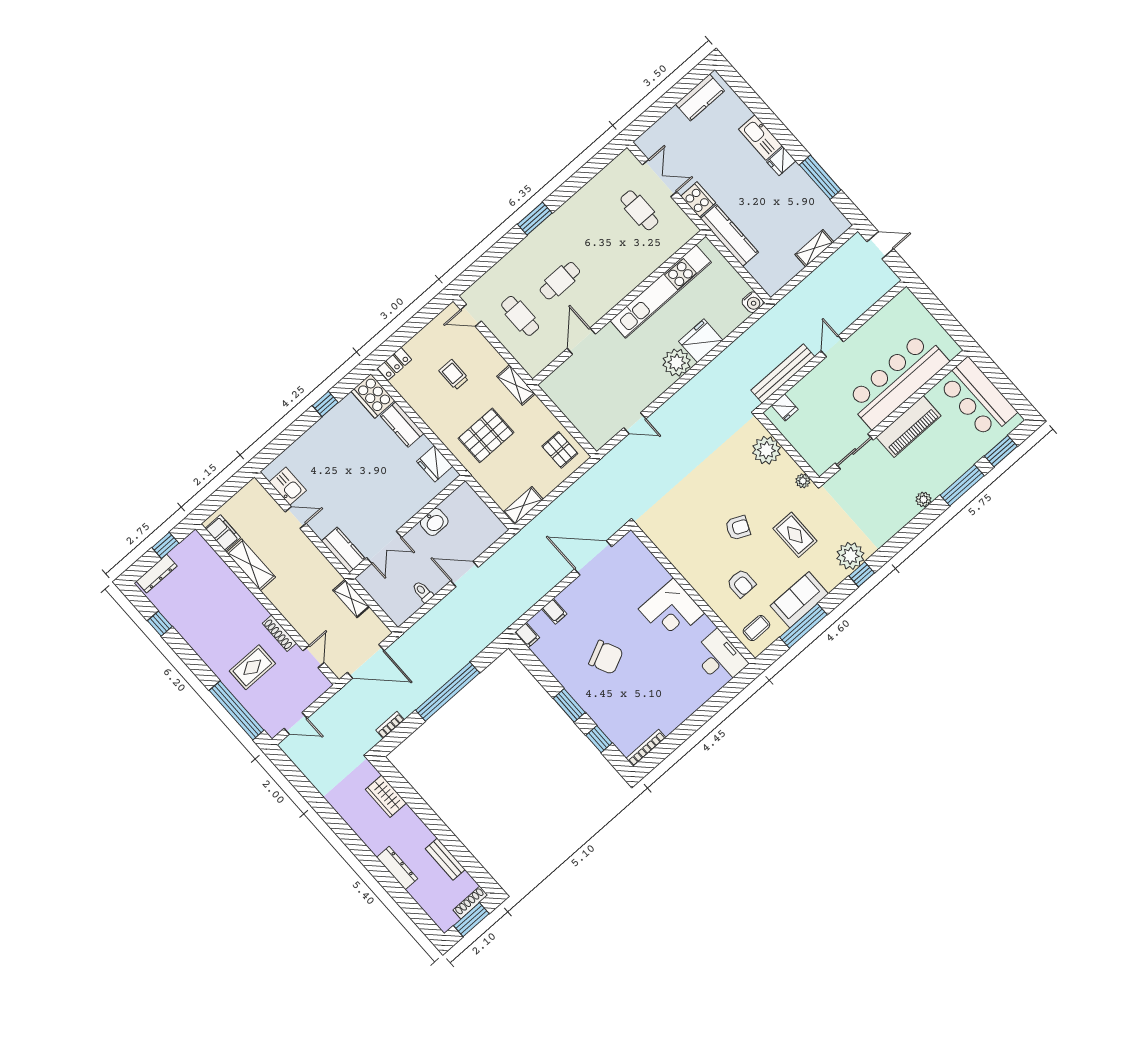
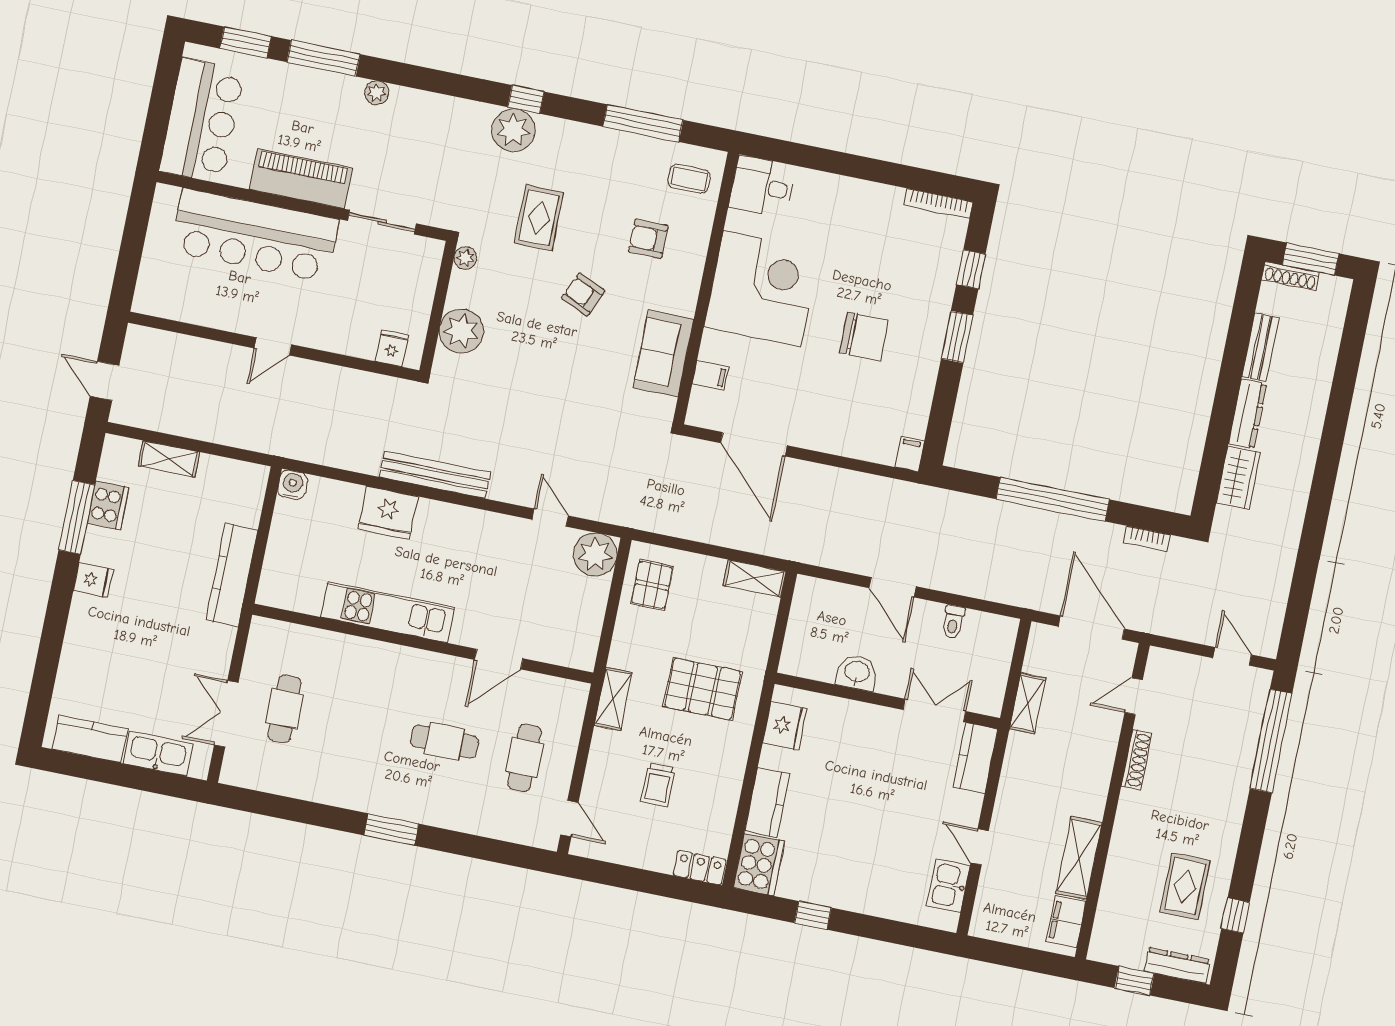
kitchen sink: (760, 137) -> (158, 753), moved, turned -90
cooker: (698, 199) -> (108, 505), moved, turned 180
kitchen unit: (661, 292) -> (387, 612), width x0.73
plant: (677, 363) -> (595, 555), moved
bench: (783, 373) -> (435, 475), moved
armchair: (741, 583) -> (648, 239), turned -90
sofa: (799, 600) -> (663, 353), moved, turned 90
filing cabinet: (554, 611) -> (711, 375), moved, turned 90
corner desk: (671, 611) -> (762, 289), width x1.36, depth x1.36
chair: (606, 657) -> (864, 336), turned 115
desk: (719, 658) -> (762, 187), width x0.73
rug: (252, 667) -> (1185, 886), moved, turned 90
dresser: (397, 868) -> (1247, 414), moved, turned 180

